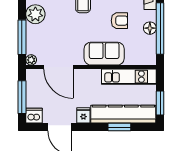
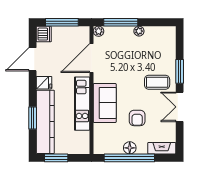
plant: (35, 14) -> (139, 31), width x0.53, depth x0.53
kitchen unit: (129, 77) -> (82, 104), moved

